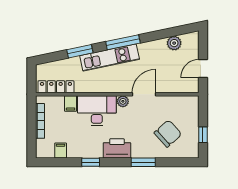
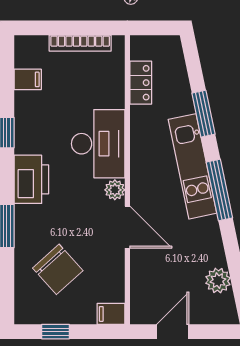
door: (203, 69) -> (173, 332), hinge flipped
locker: (56, 87) -> (141, 83), width x0.66
filing cabinet: (71, 103) -> (111, 314), moved

